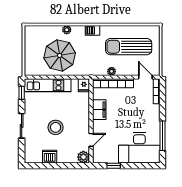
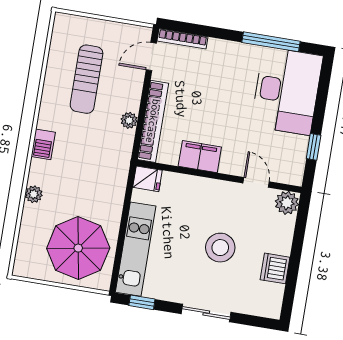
sun lounger: (129, 47) -> (87, 79), width x0.73, depth x0.75
parasol: (60, 55) -> (78, 248), moved

